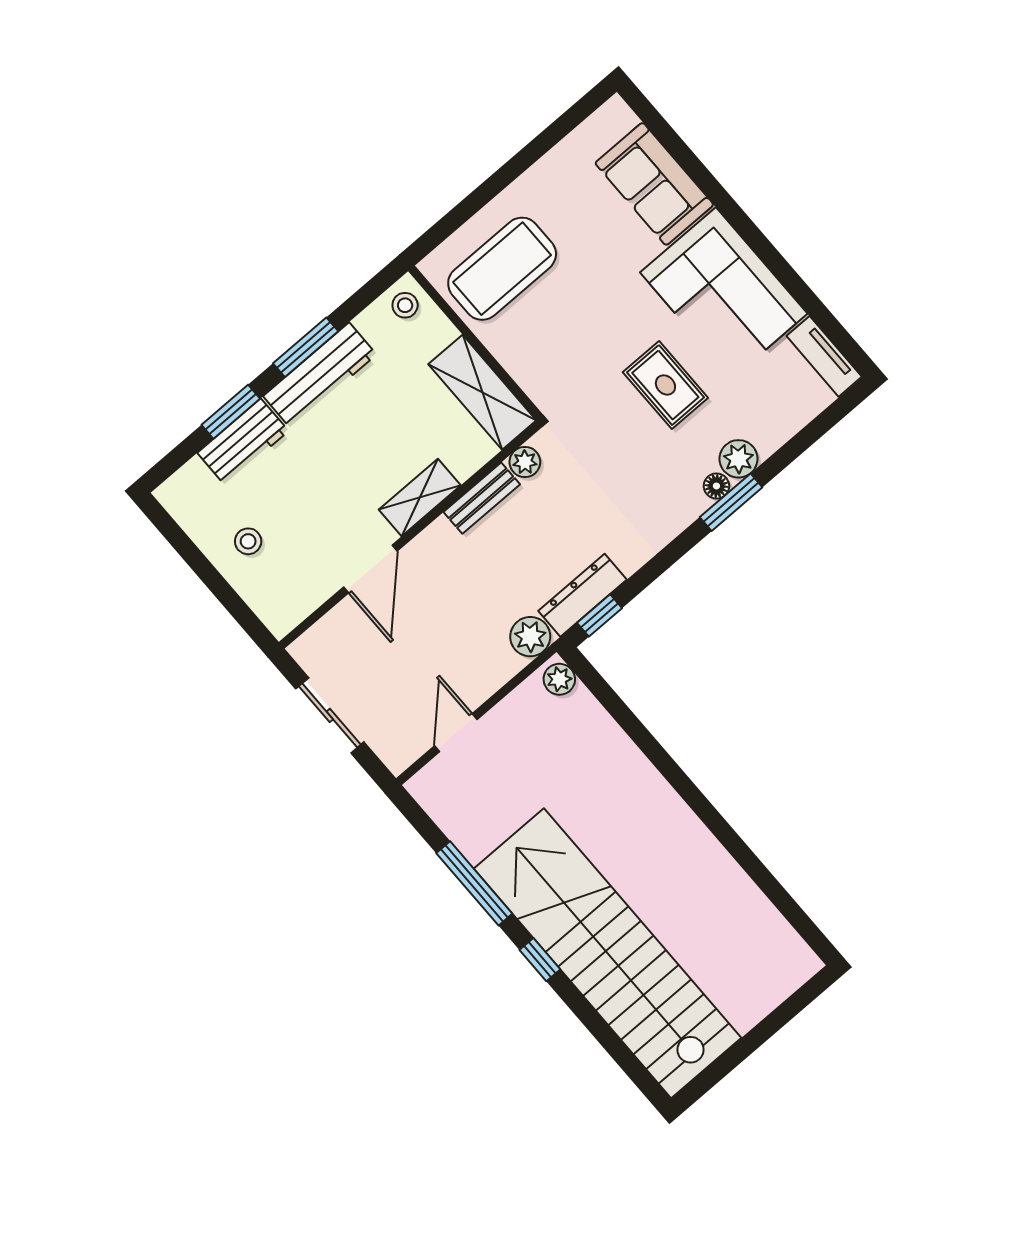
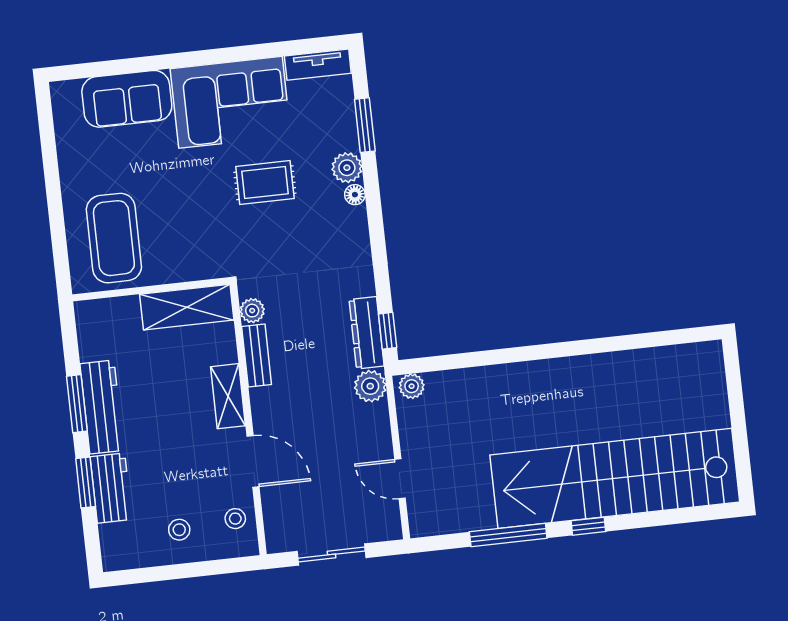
stool: (405, 305) -> (235, 519), moved
window: (731, 502) -> (365, 125), moved

